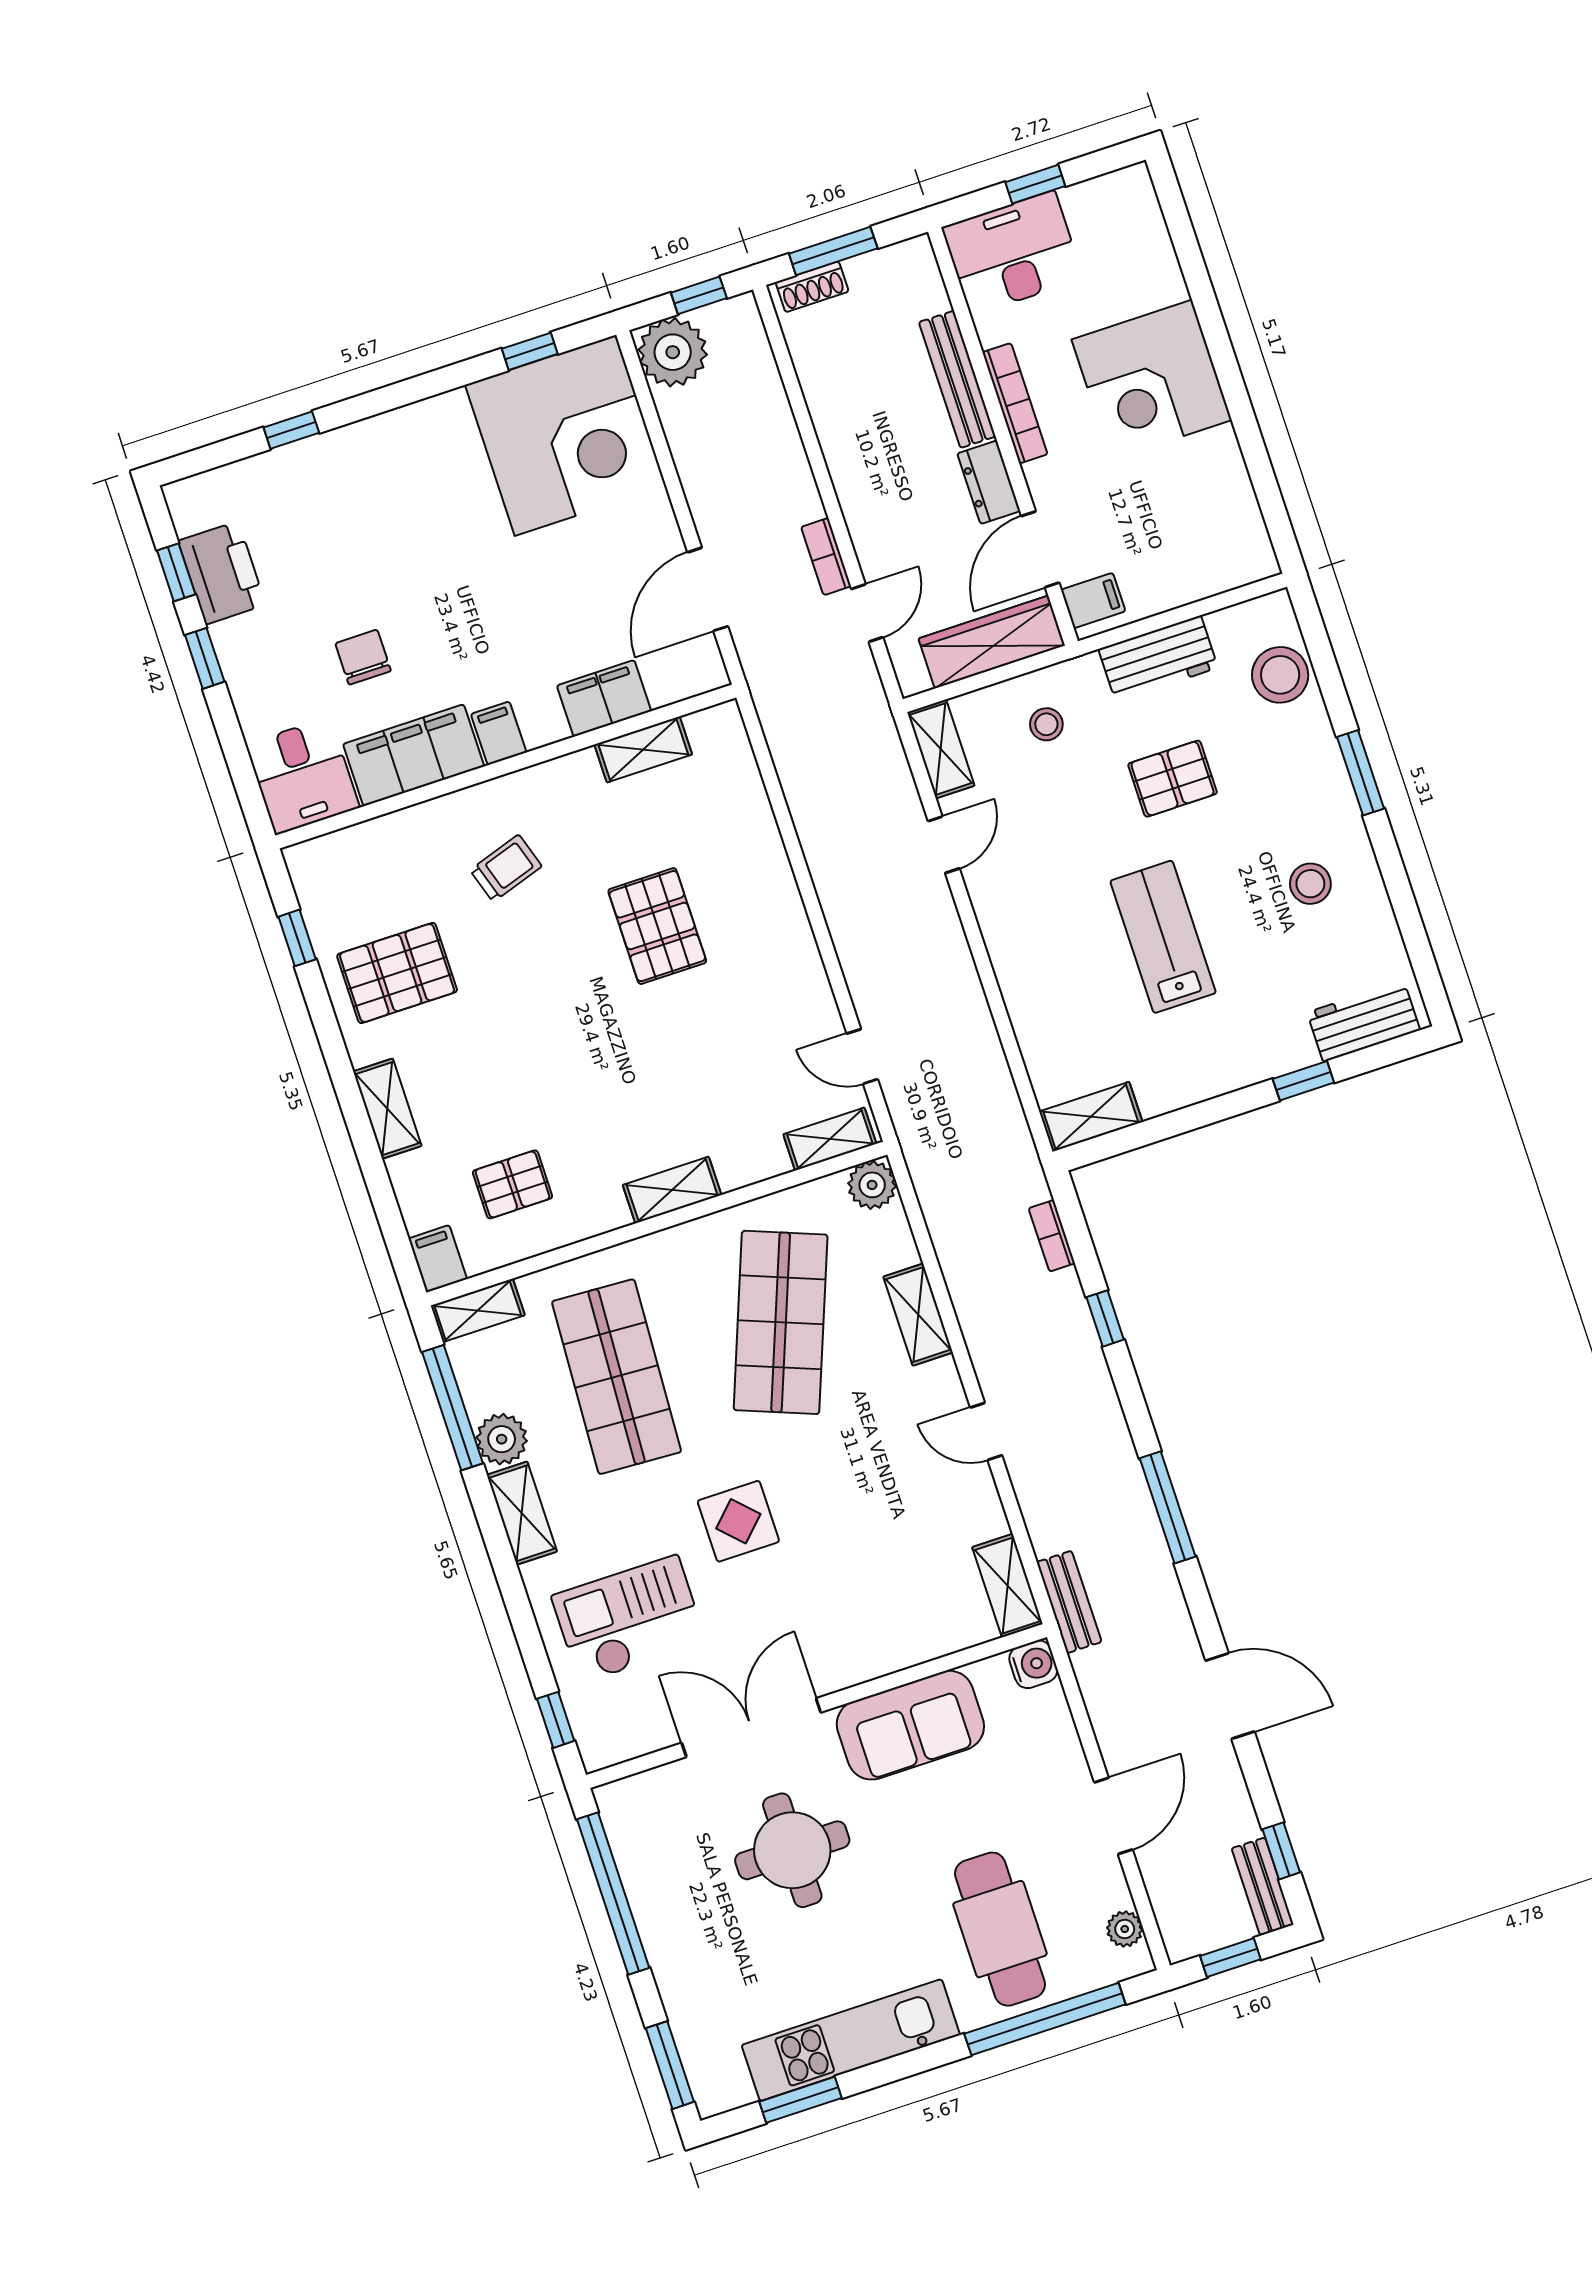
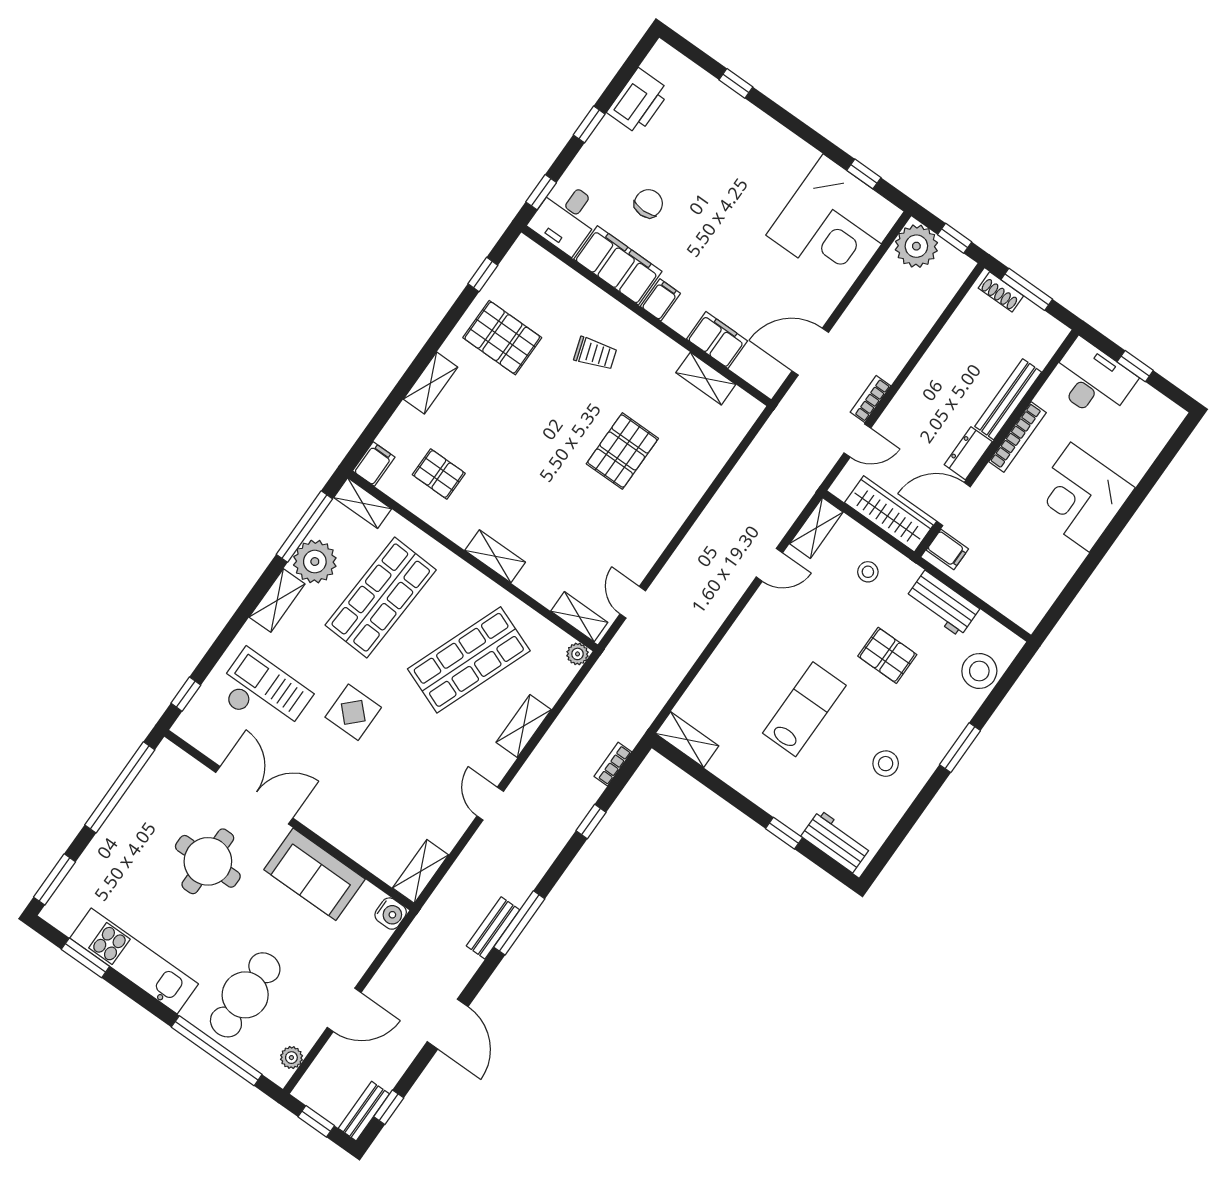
window: (176, 572) -> (541, 192), moved
plant: (872, 1185) -> (578, 654), width x0.73, depth x0.73
plant: (502, 1439) -> (315, 562), width x1.36, depth x1.36
bench: (1069, 1602) -> (493, 928), moved

